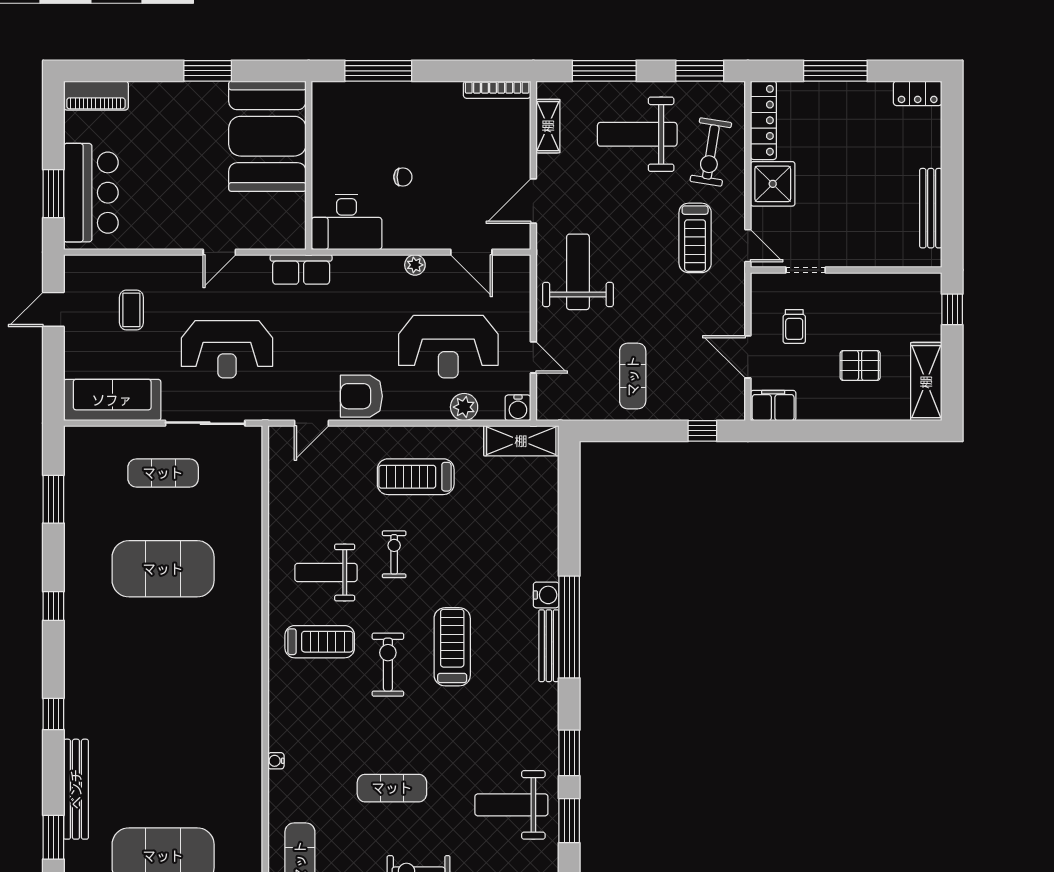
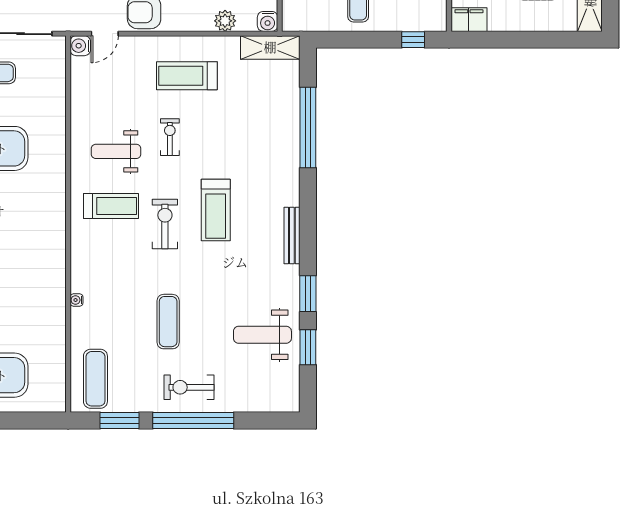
water cooler: (546, 595) -> (80, 46), moved, turned 180
window: (569, 627) -> (308, 128), moved
bench: (549, 646) -> (292, 235), moved
treadmill: (452, 647) -> (216, 210), turned 180
exercise mat: (392, 788) -> (168, 322), turned 90

